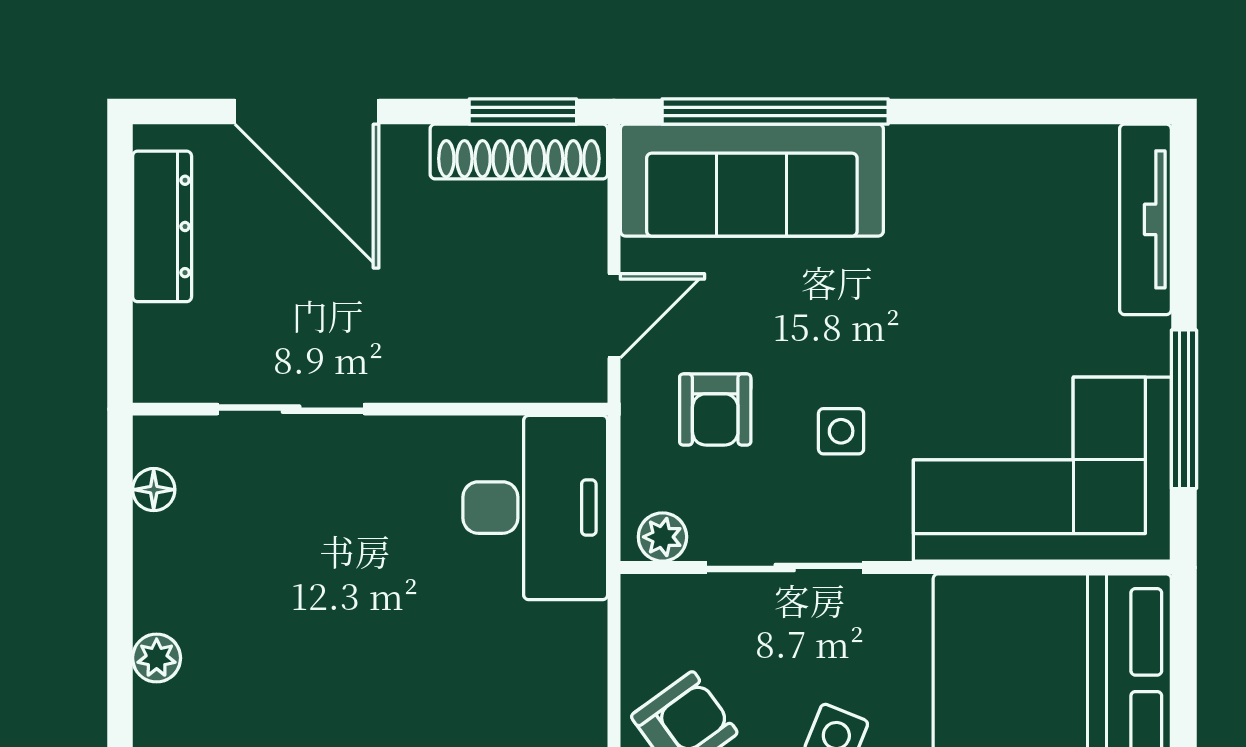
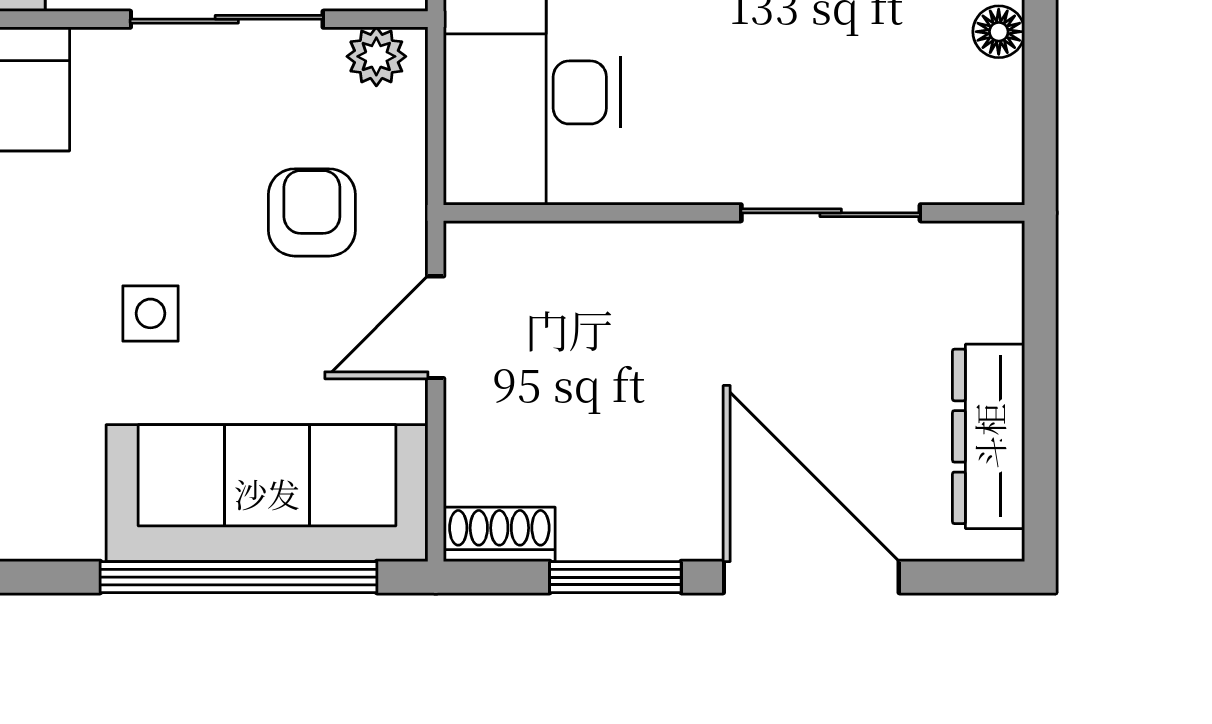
window: (523, 111) -> (615, 577), moved
shoe rack: (519, 152) -> (499, 534), width x0.51, depth x0.81
side table: (841, 431) -> (150, 313), moved
floor lamp: (154, 490) -> (999, 32), moved

